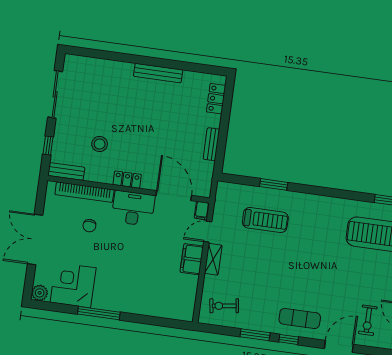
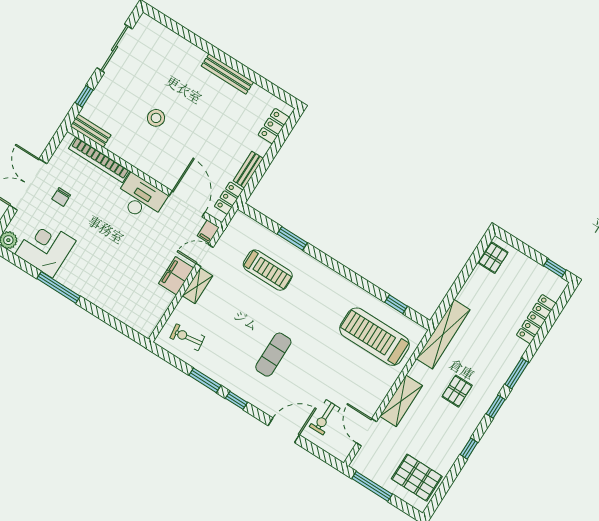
stool: (100, 144) -> (156, 118), moved
locker: (127, 180) -> (229, 198), moved, turned -90
chair: (89, 226) -> (61, 197), moved
exercise mat: (300, 318) -> (273, 355), moved, turned 90

